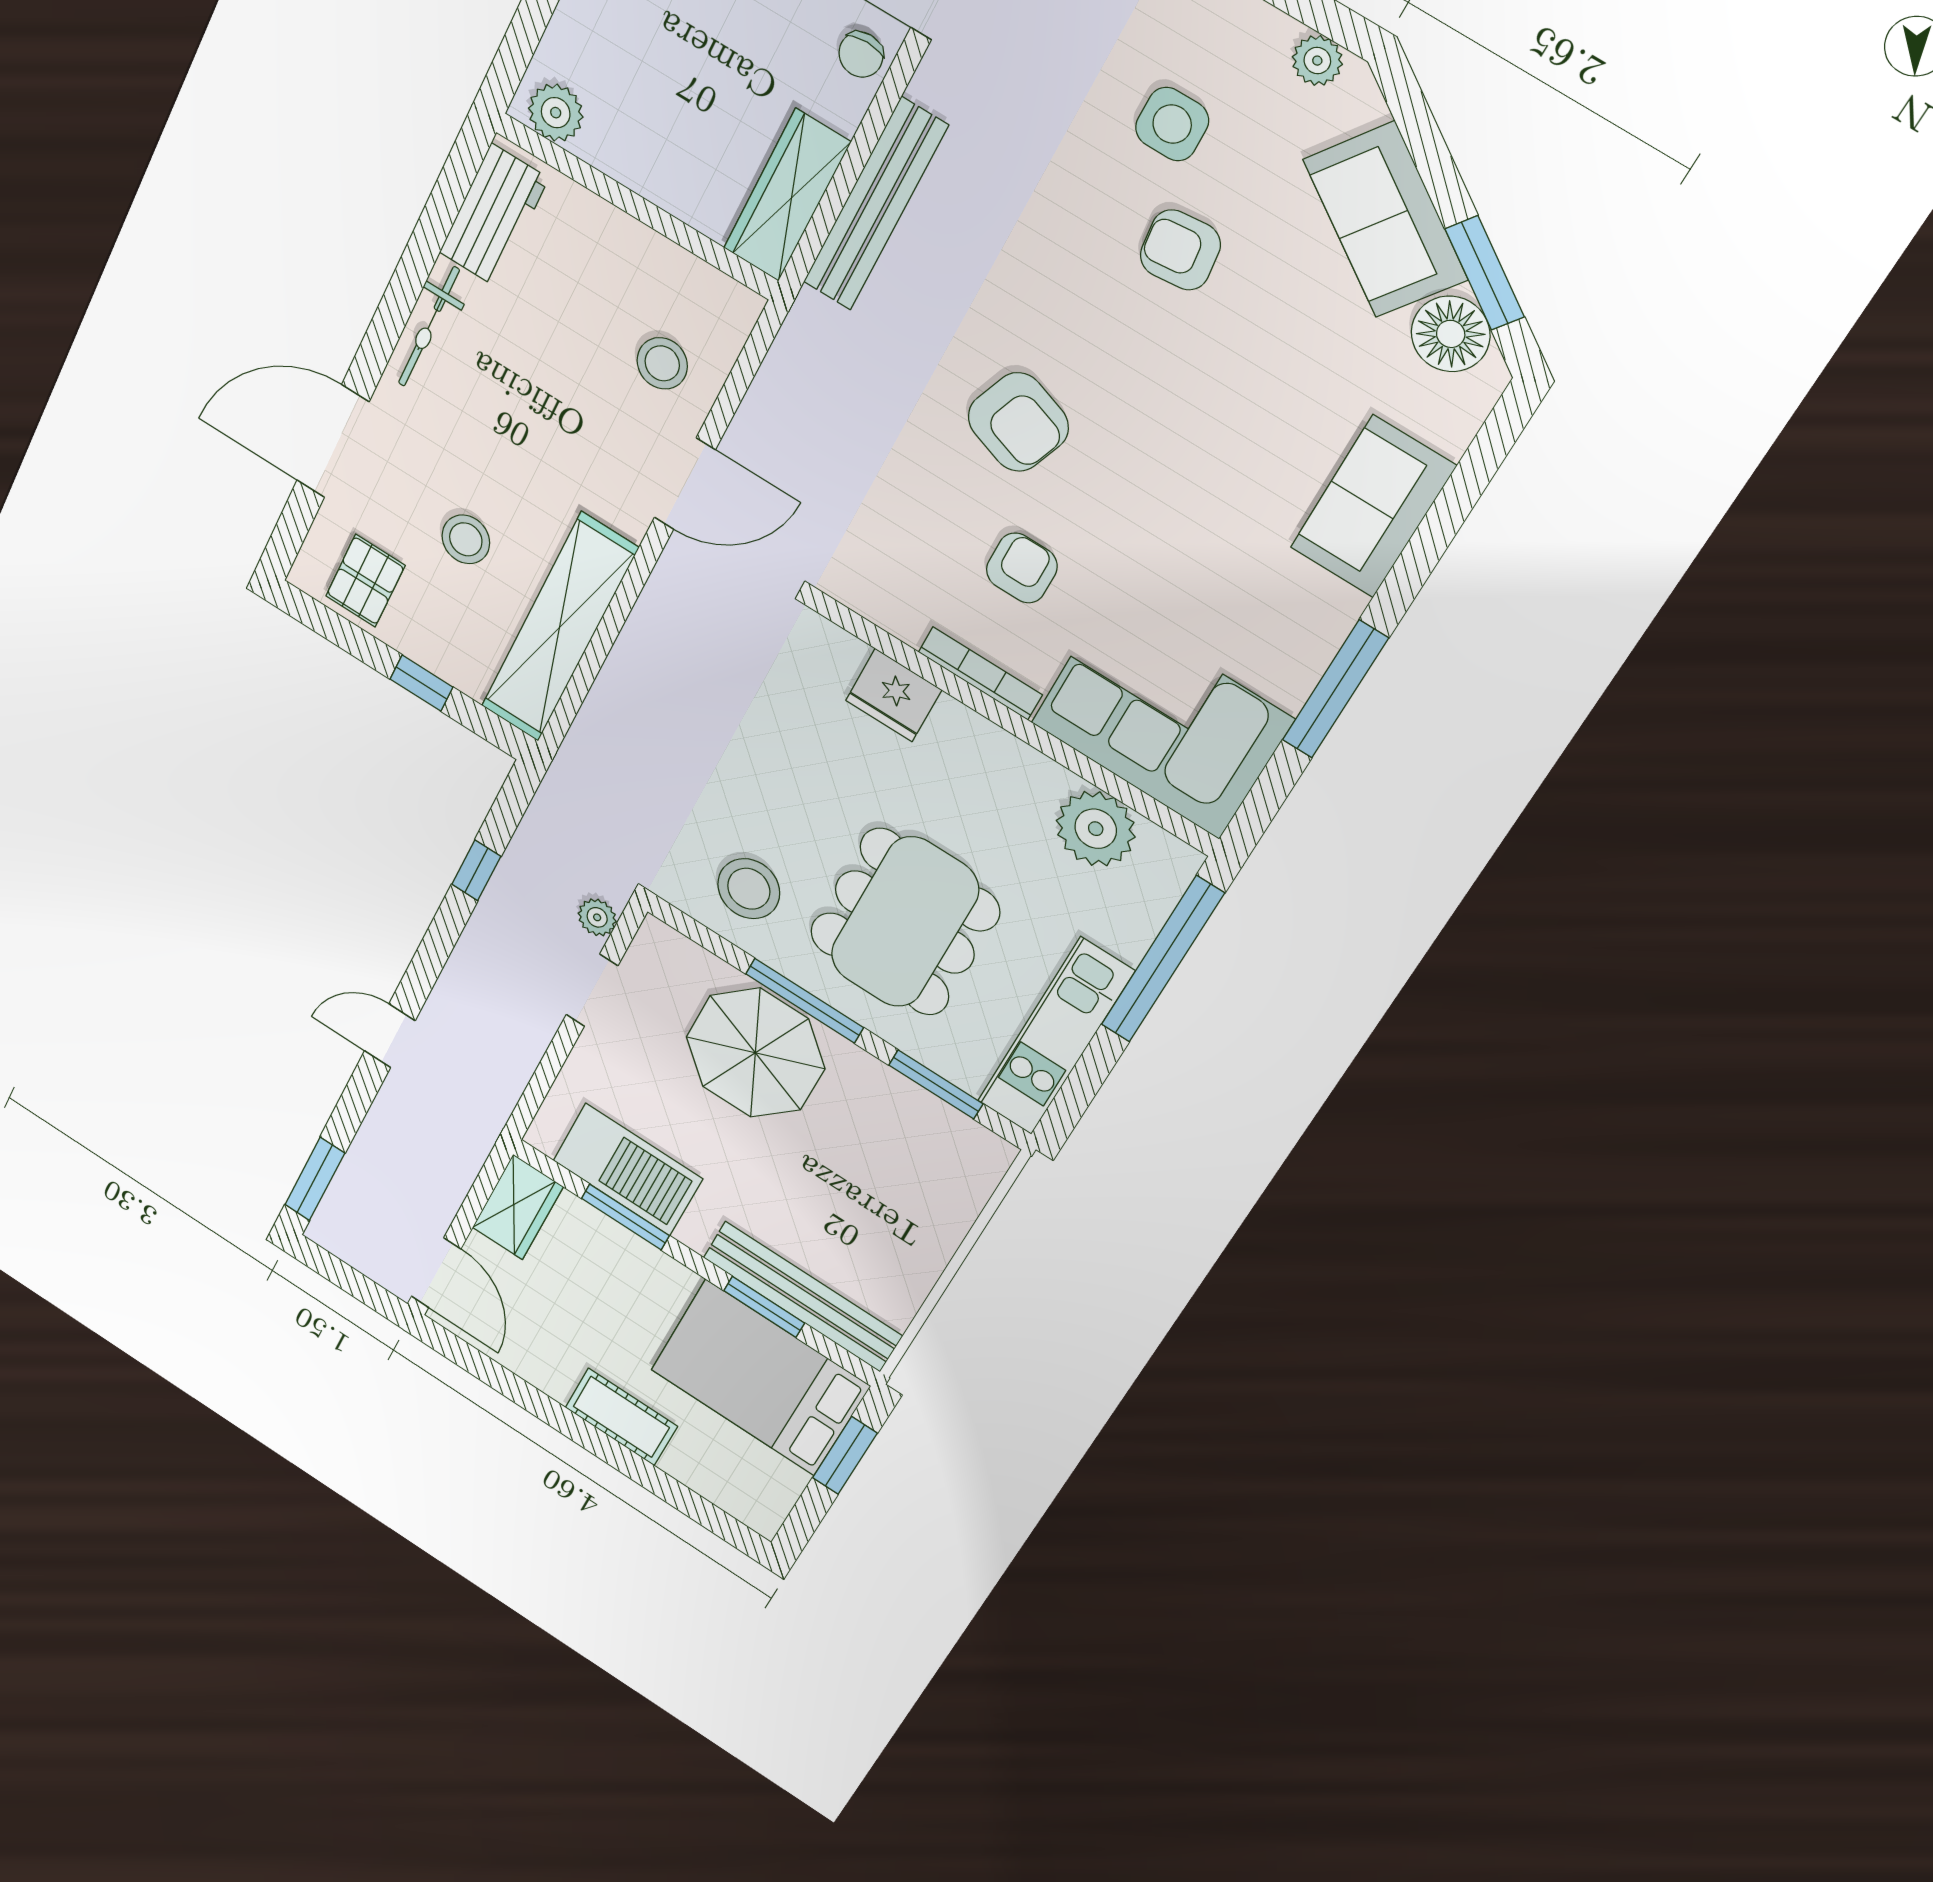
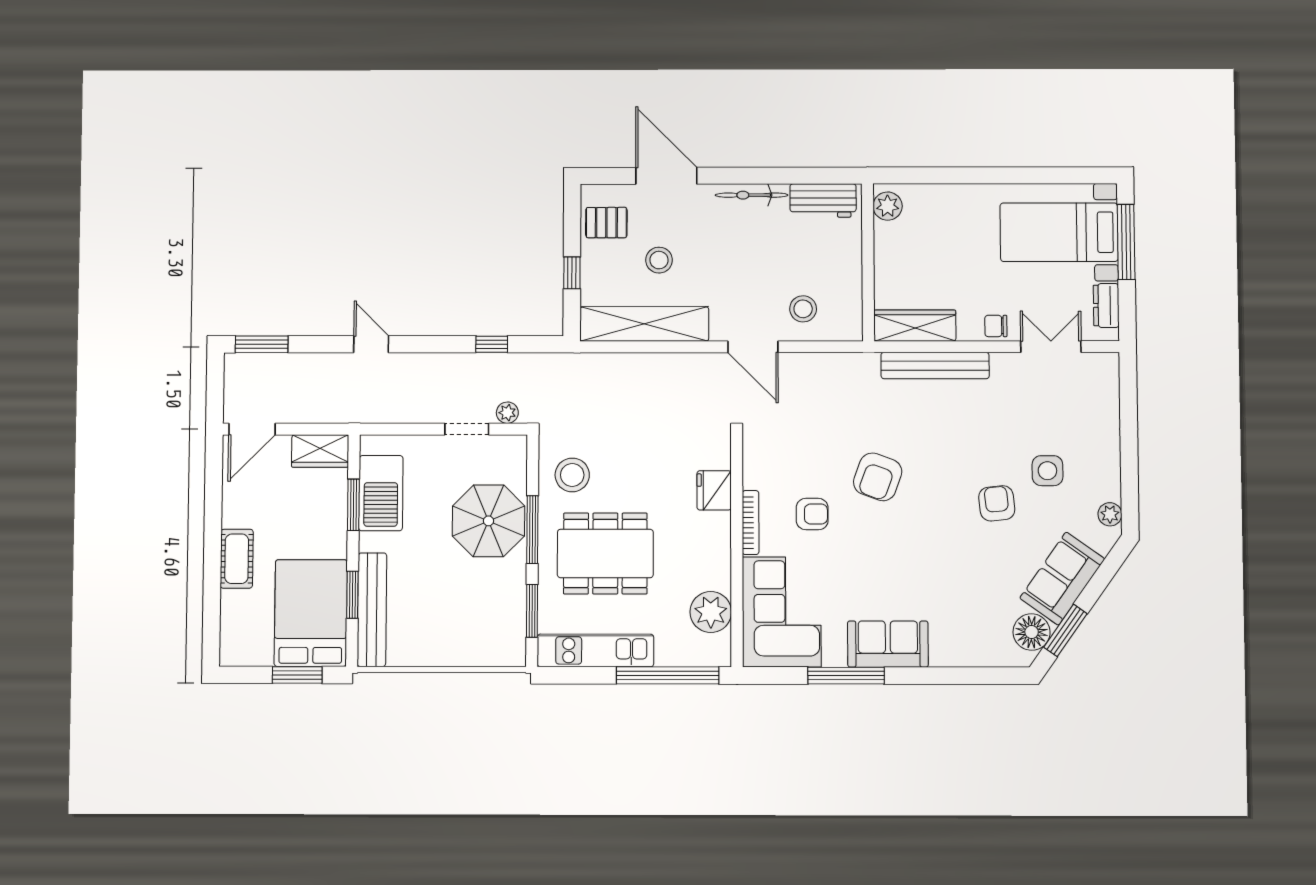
sofa: (1373, 507) -> (888, 644), moved

